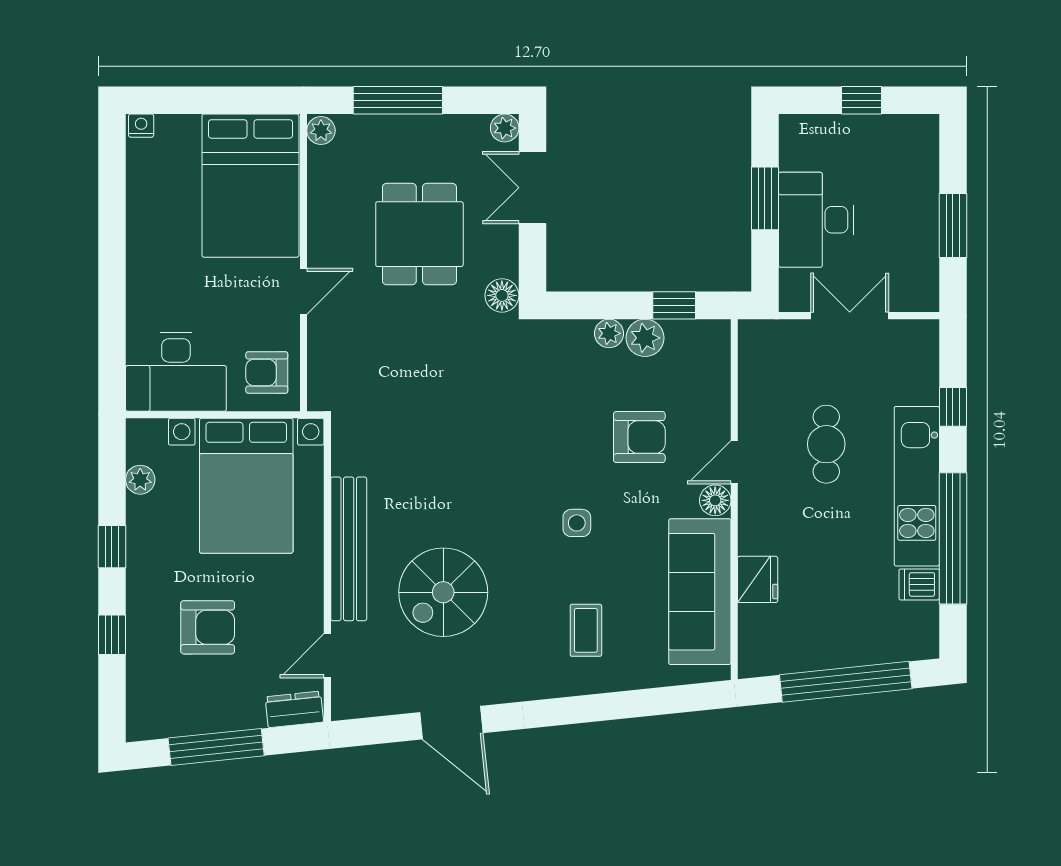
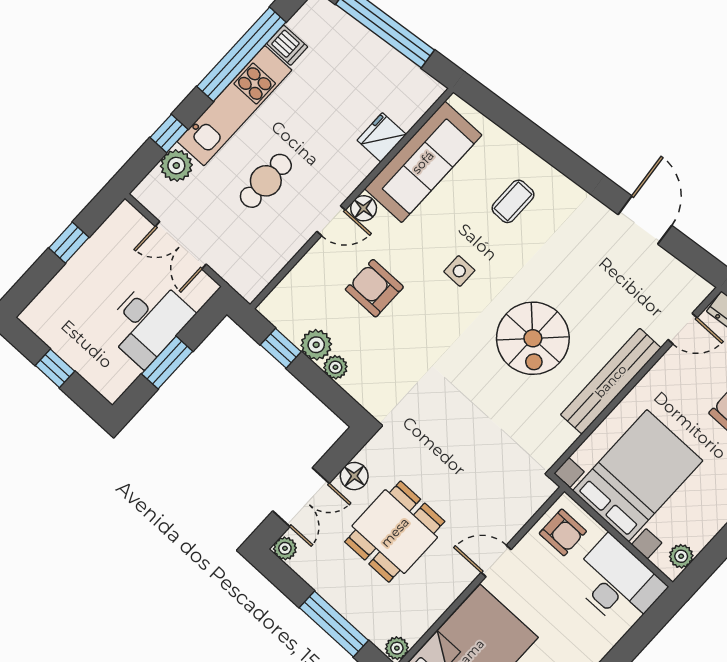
window: (953, 225) -> (69, 243), width x0.67
floor lamp: (502, 295) -> (354, 476), moved
plant: (920, 384) -> (176, 166), added
plant: (140, 480) -> (681, 556), moved
spiral stairs: (443, 592) -> (533, 338), moved, turned 90

